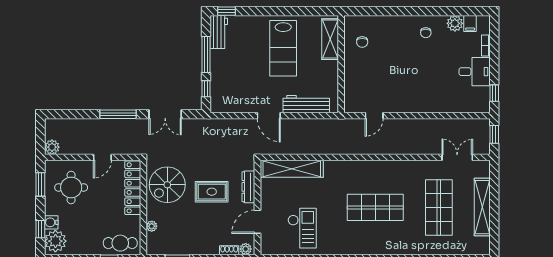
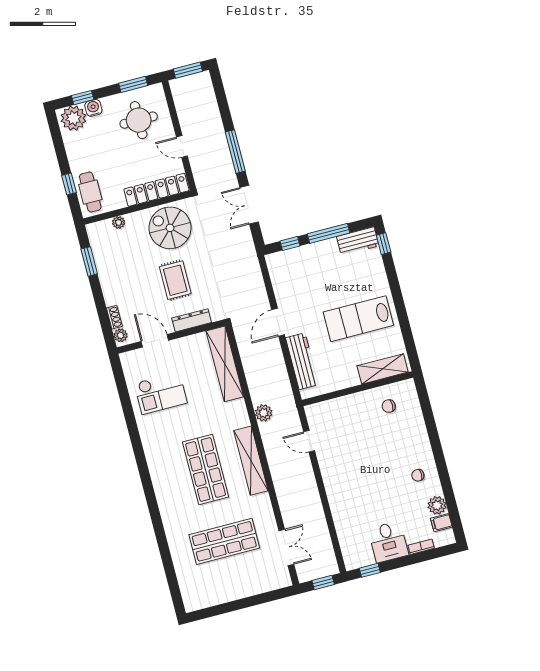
window: (40, 136) -> (188, 70), added
plant: (52, 147) -> (264, 413), moved
shelving: (482, 207) -> (251, 461), moved, turned 90

